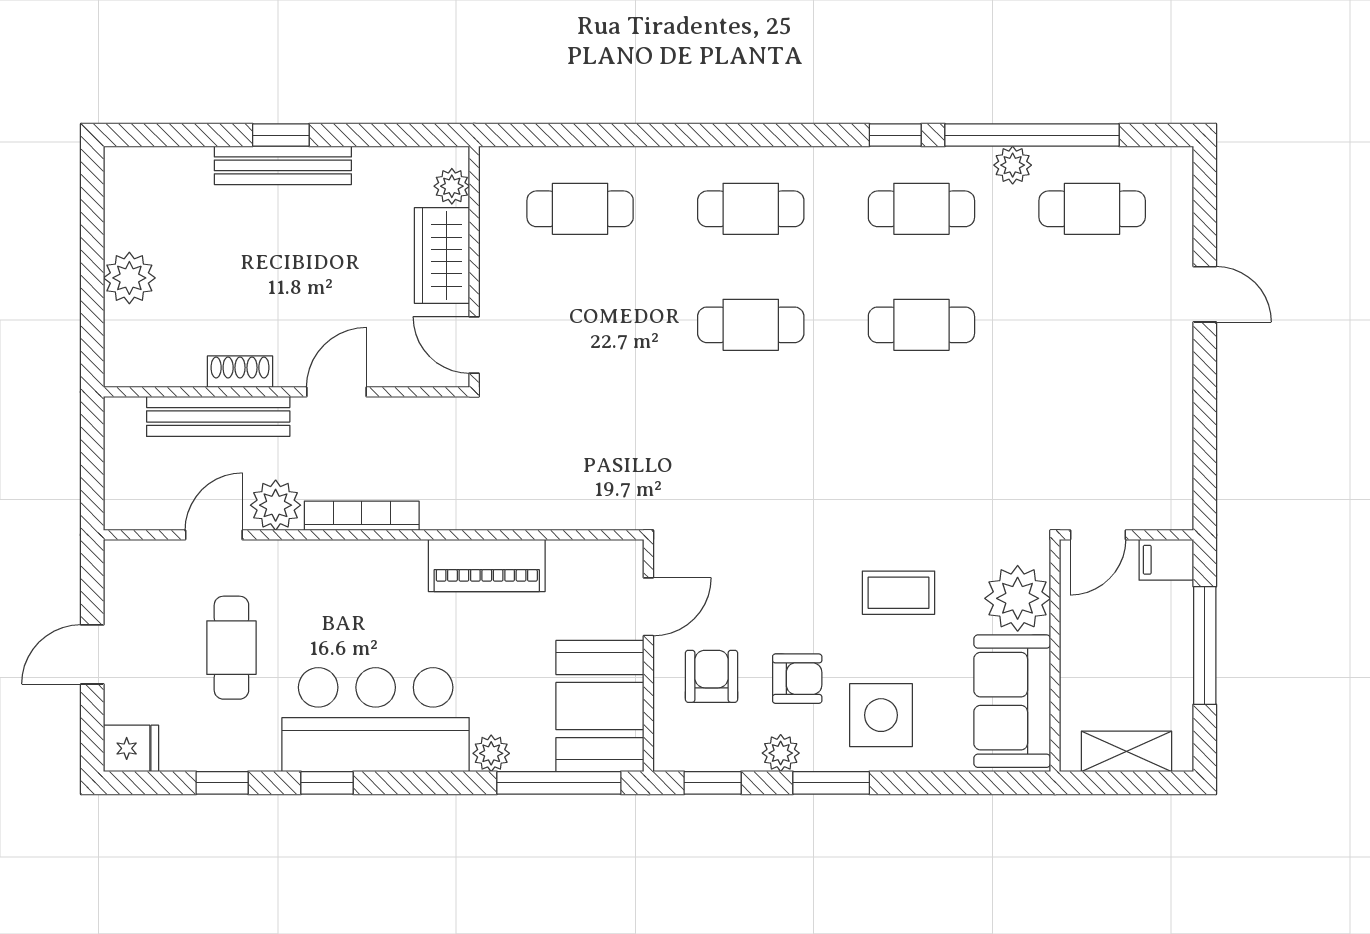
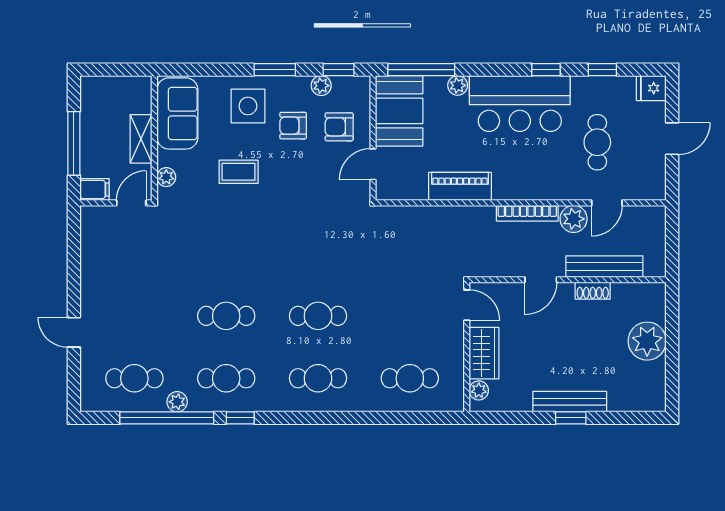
plant: (129, 278) -> (647, 341), width x1.36, depth x1.36
plant: (1018, 598) -> (166, 177), width x0.53, depth x0.53
armchair: (712, 676) -> (339, 127), turned 90
shelving: (1126, 751) -> (141, 139), moved, turned 90
plant: (781, 753) -> (321, 86), moved

